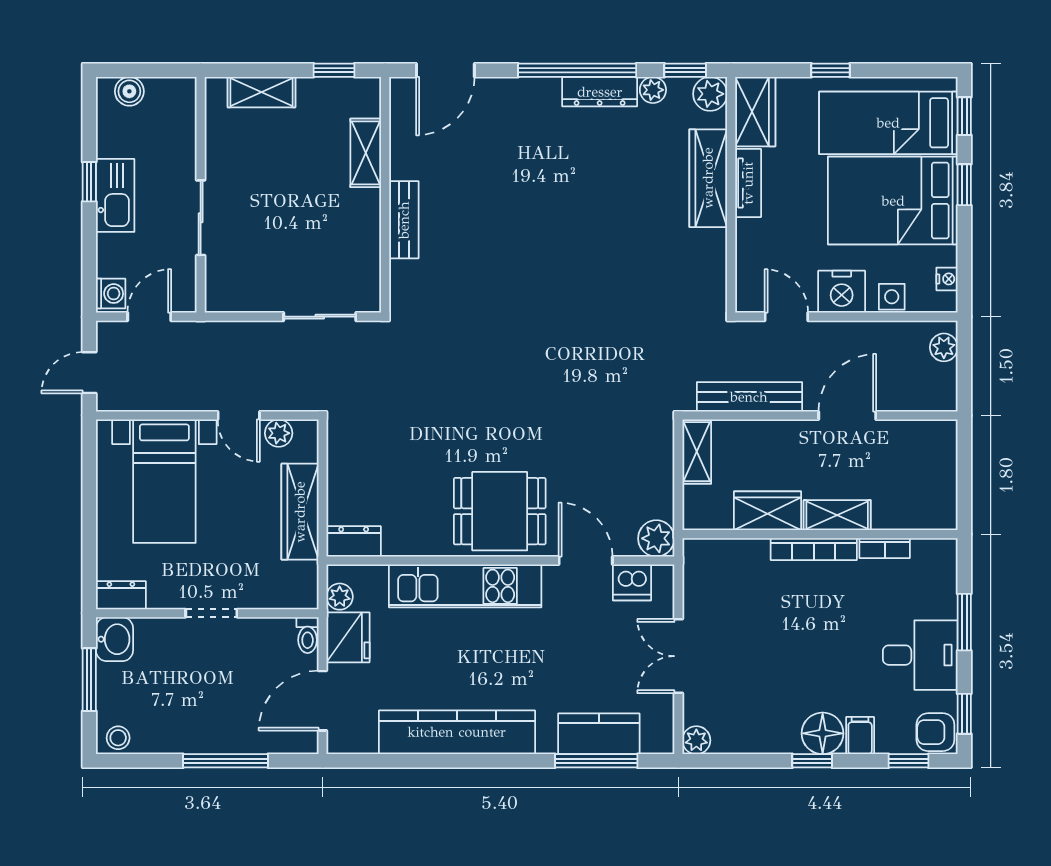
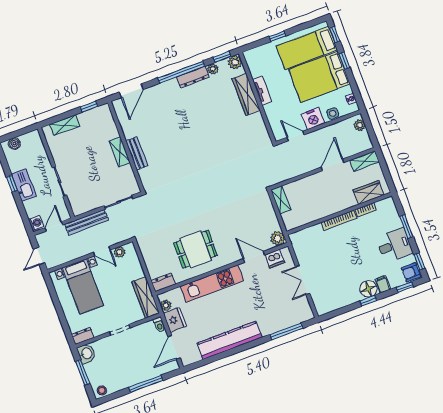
wardrobe: (755, 112) -> (255, 63), removed
shelving: (366, 153) -> (120, 152), moved
bench: (749, 397) -> (86, 222), moved
dining table: (500, 511) -> (196, 249), moved
wardrobe: (768, 511) -> (369, 192), moved
wardrobe: (300, 512) -> (146, 297), moved
shelving: (837, 515) -> (364, 161), moved
kitchen counter: (599, 734) -> (284, 321), removed
plant: (696, 740) -> (321, 309), removed

